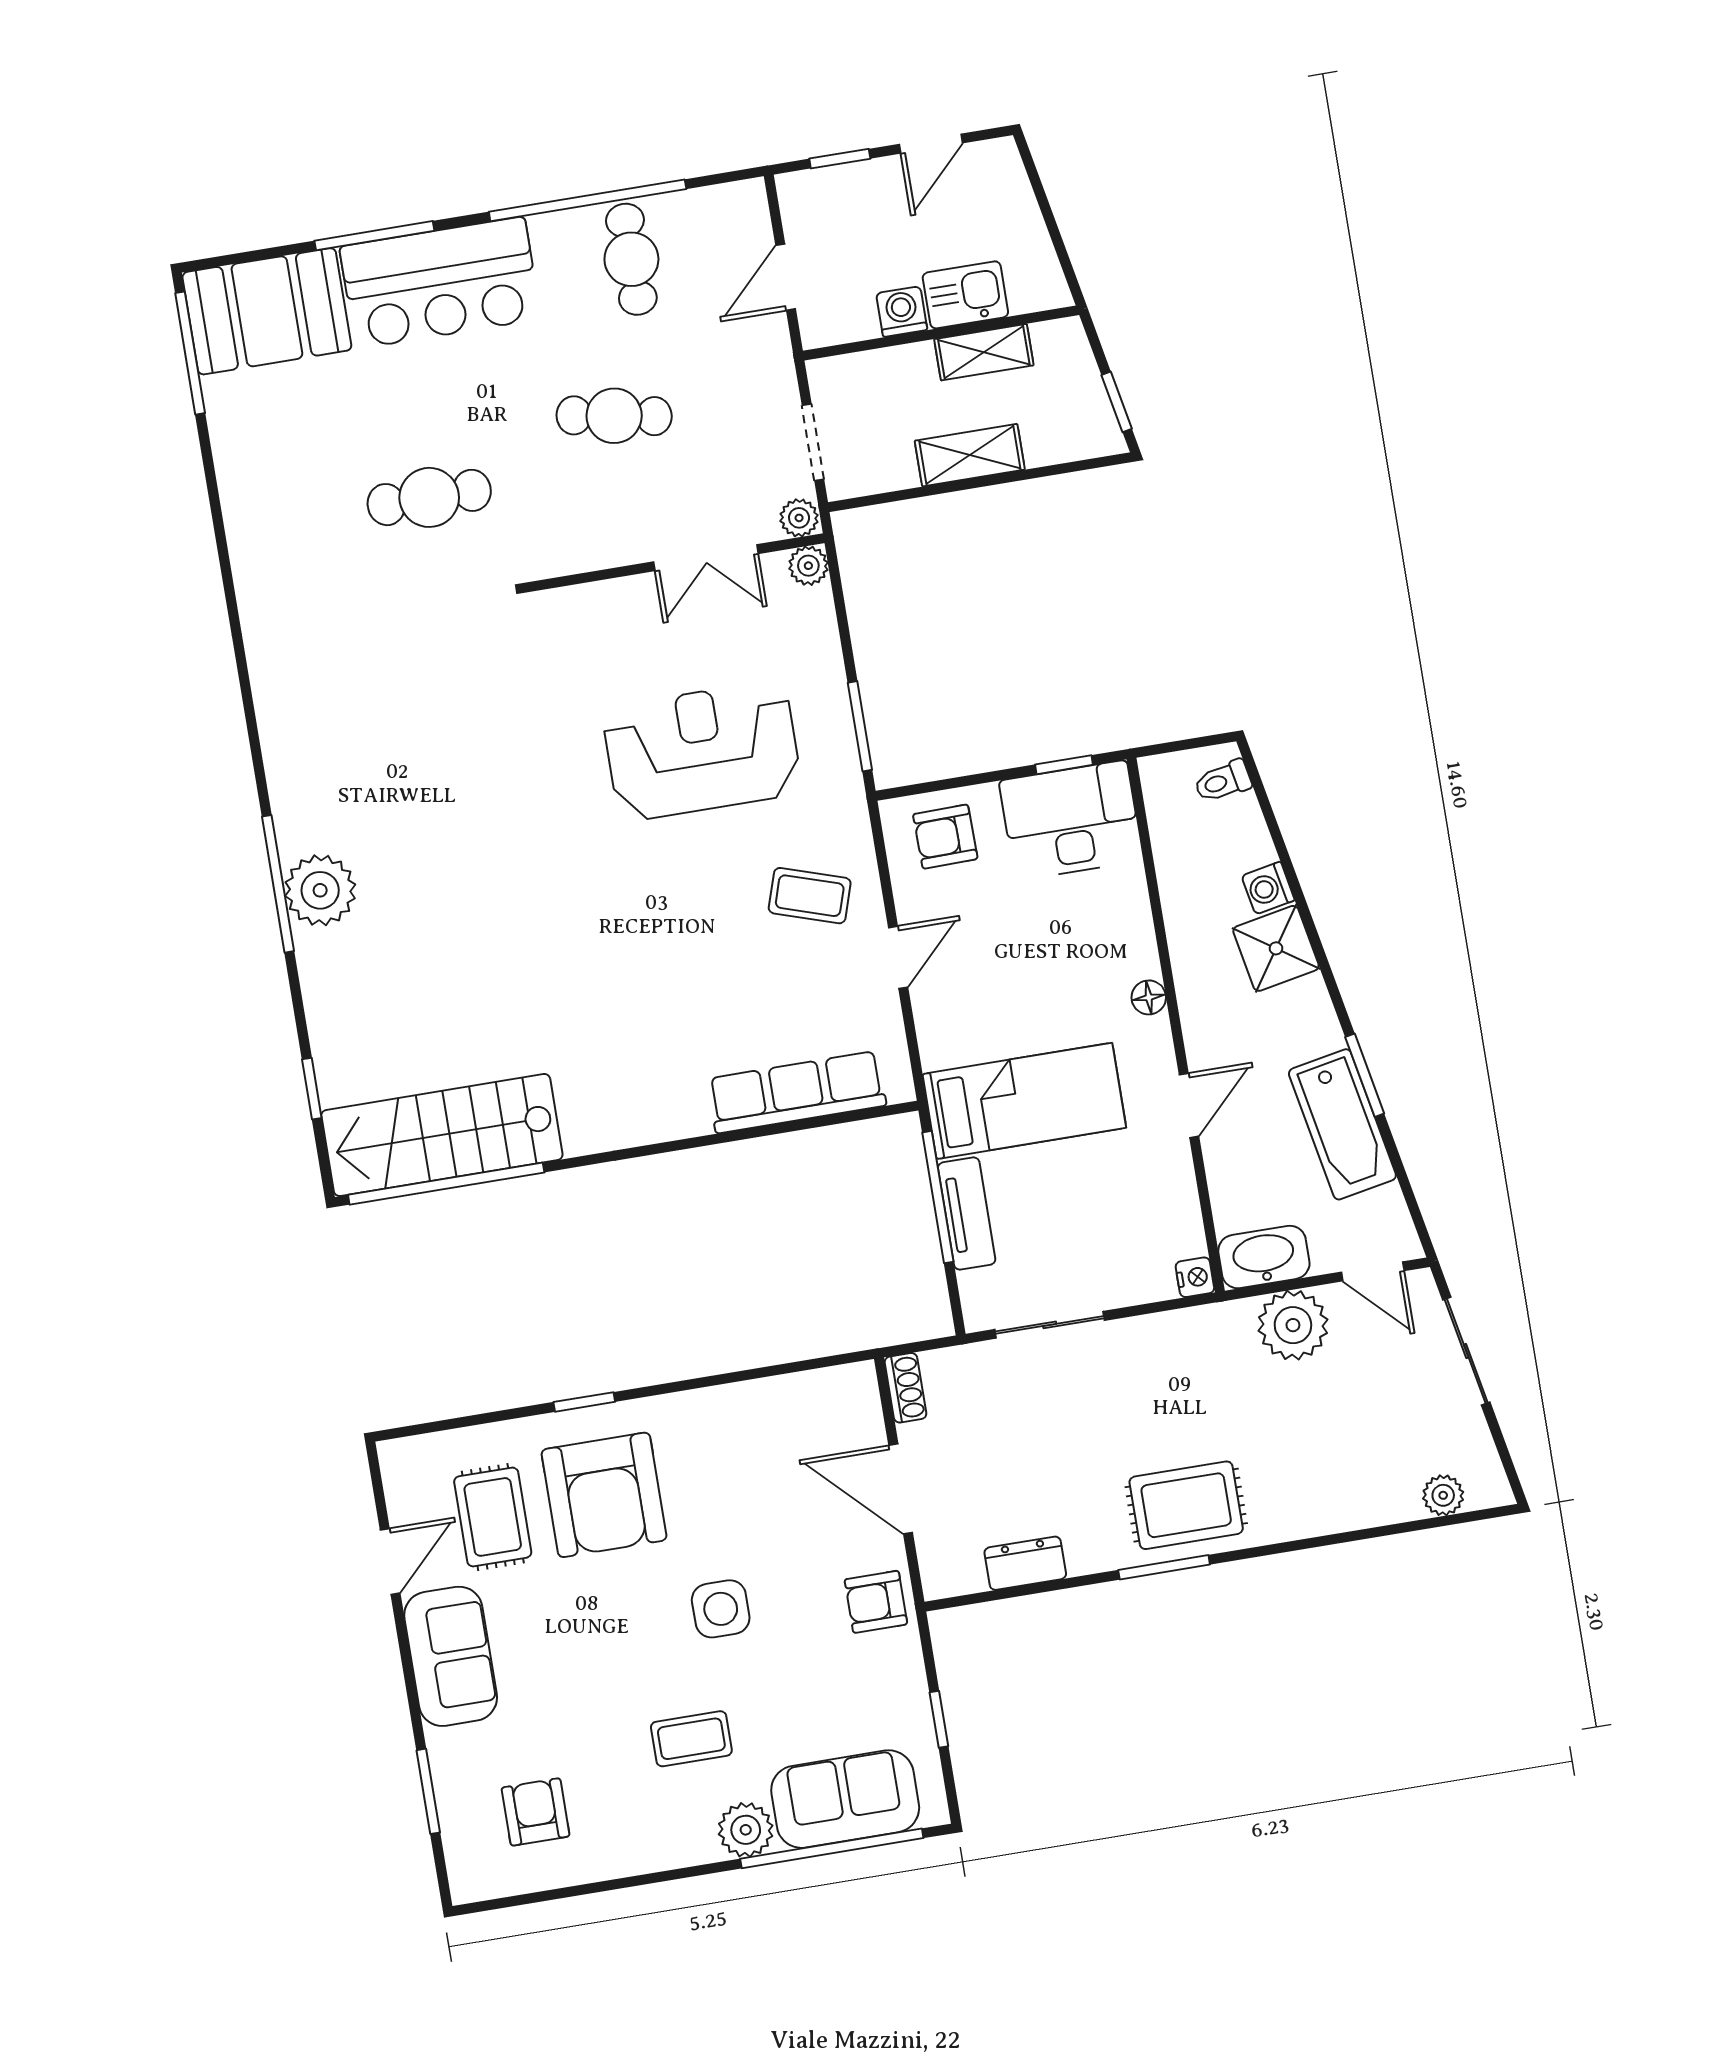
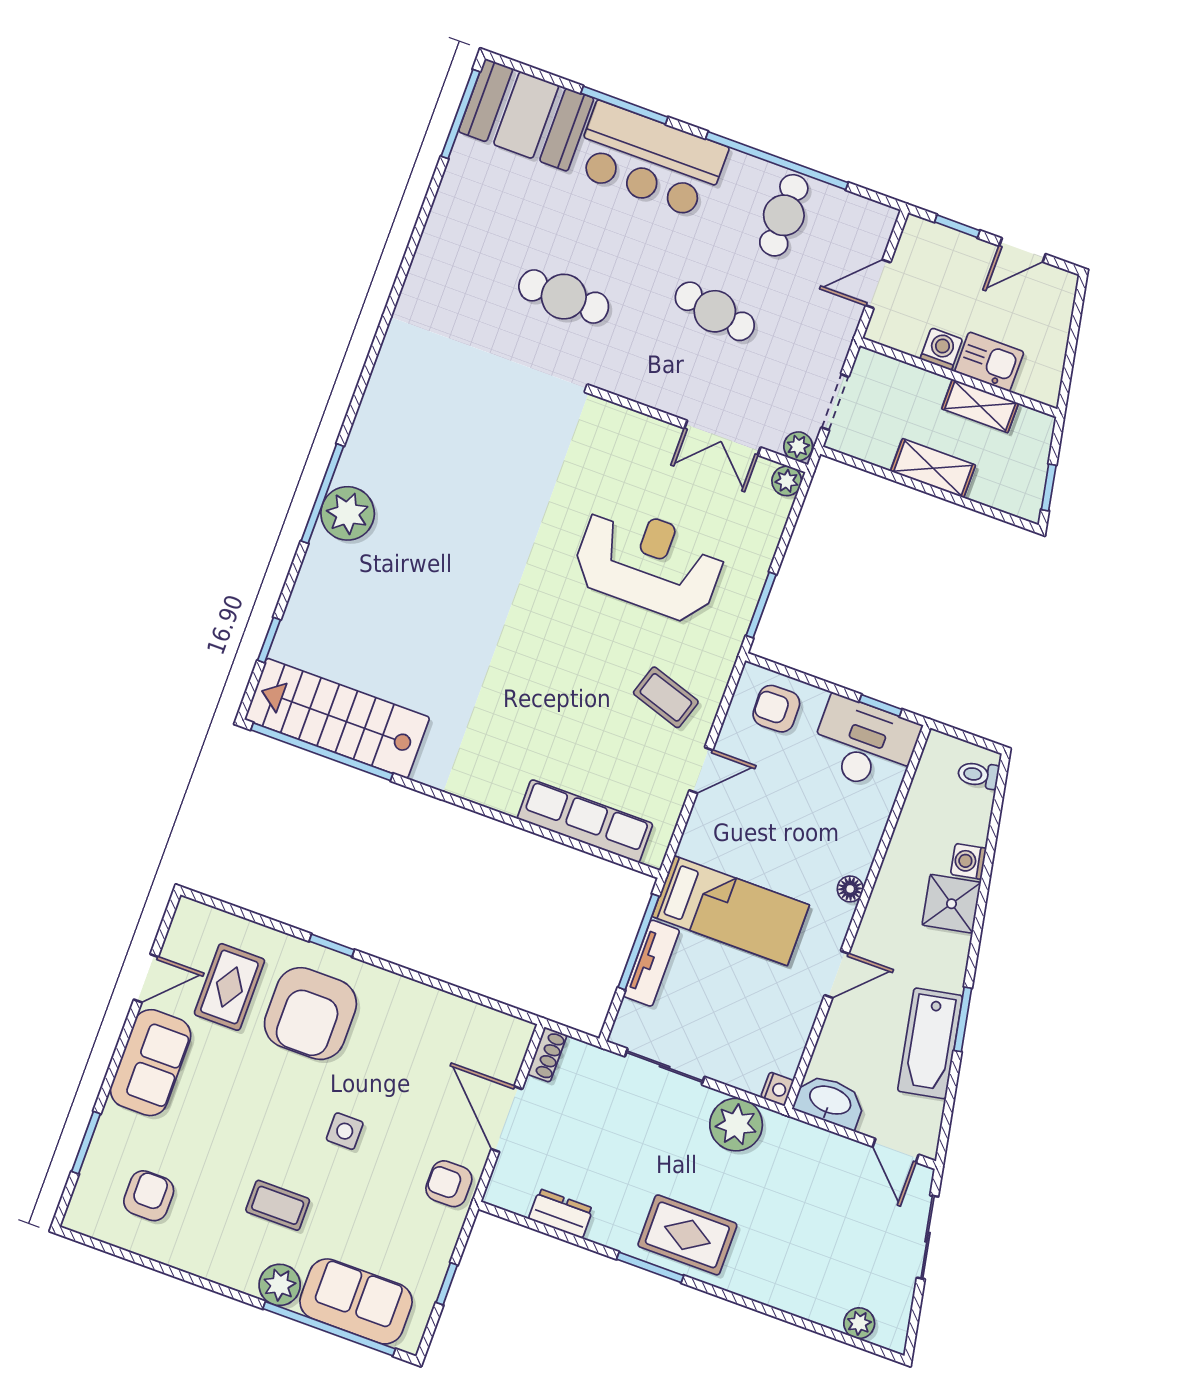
plant: (1293, 1325) -> (736, 1125), moved
side table: (721, 1609) -> (345, 1131), width x0.73, depth x0.73

